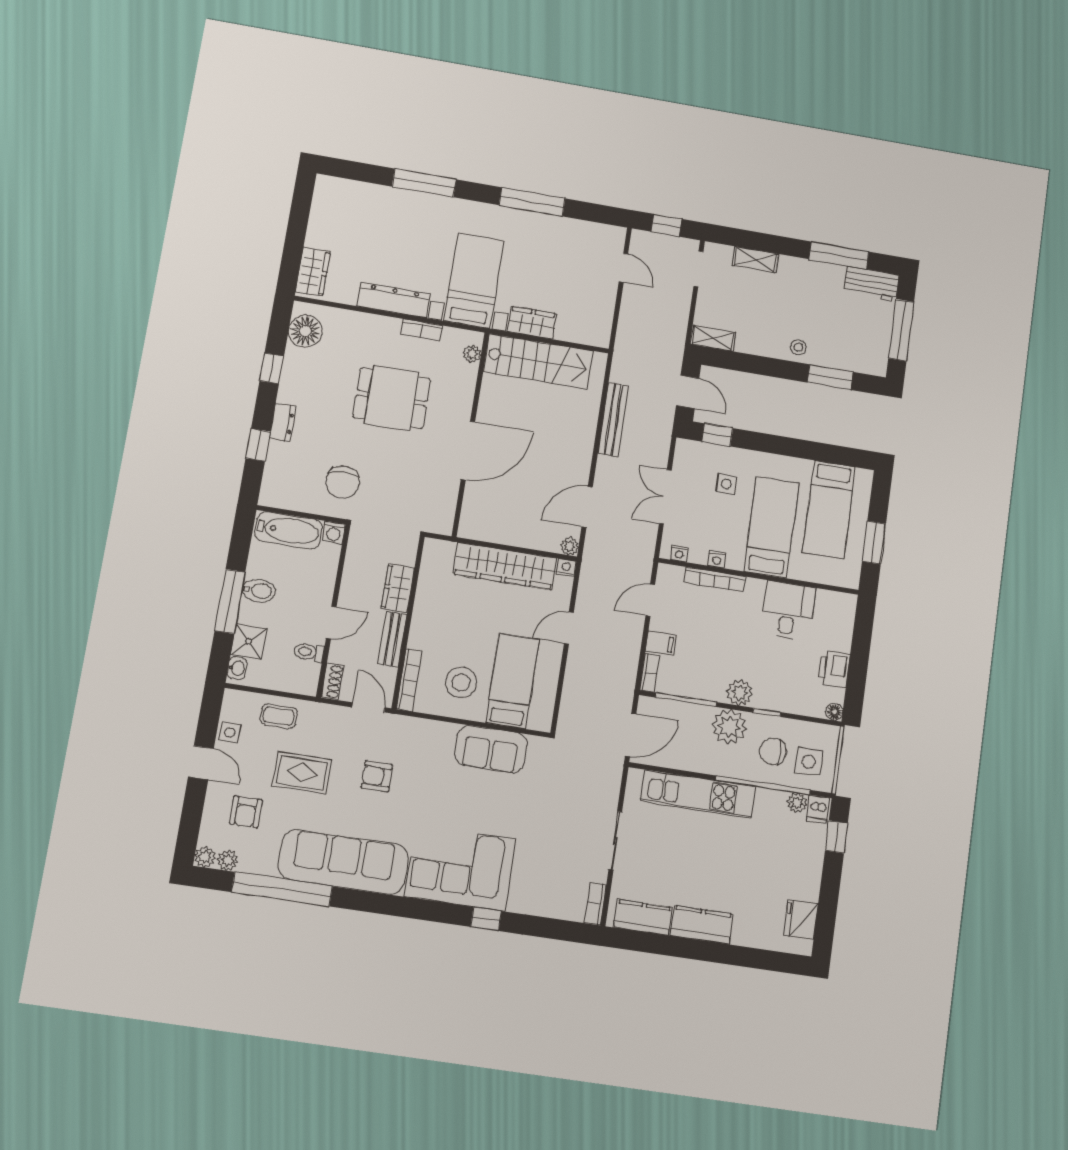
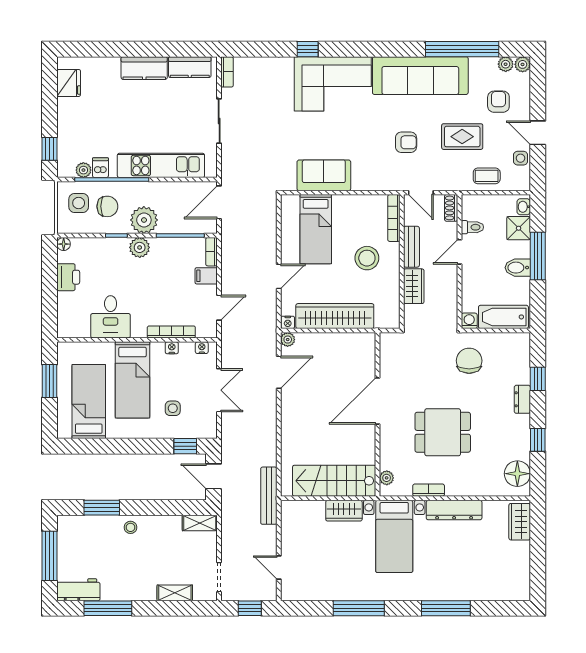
bench: (613, 420) -> (269, 496), moved
stool: (461, 682) -> (367, 258), moved
dishwasher: (818, 809) -> (100, 168), moved

